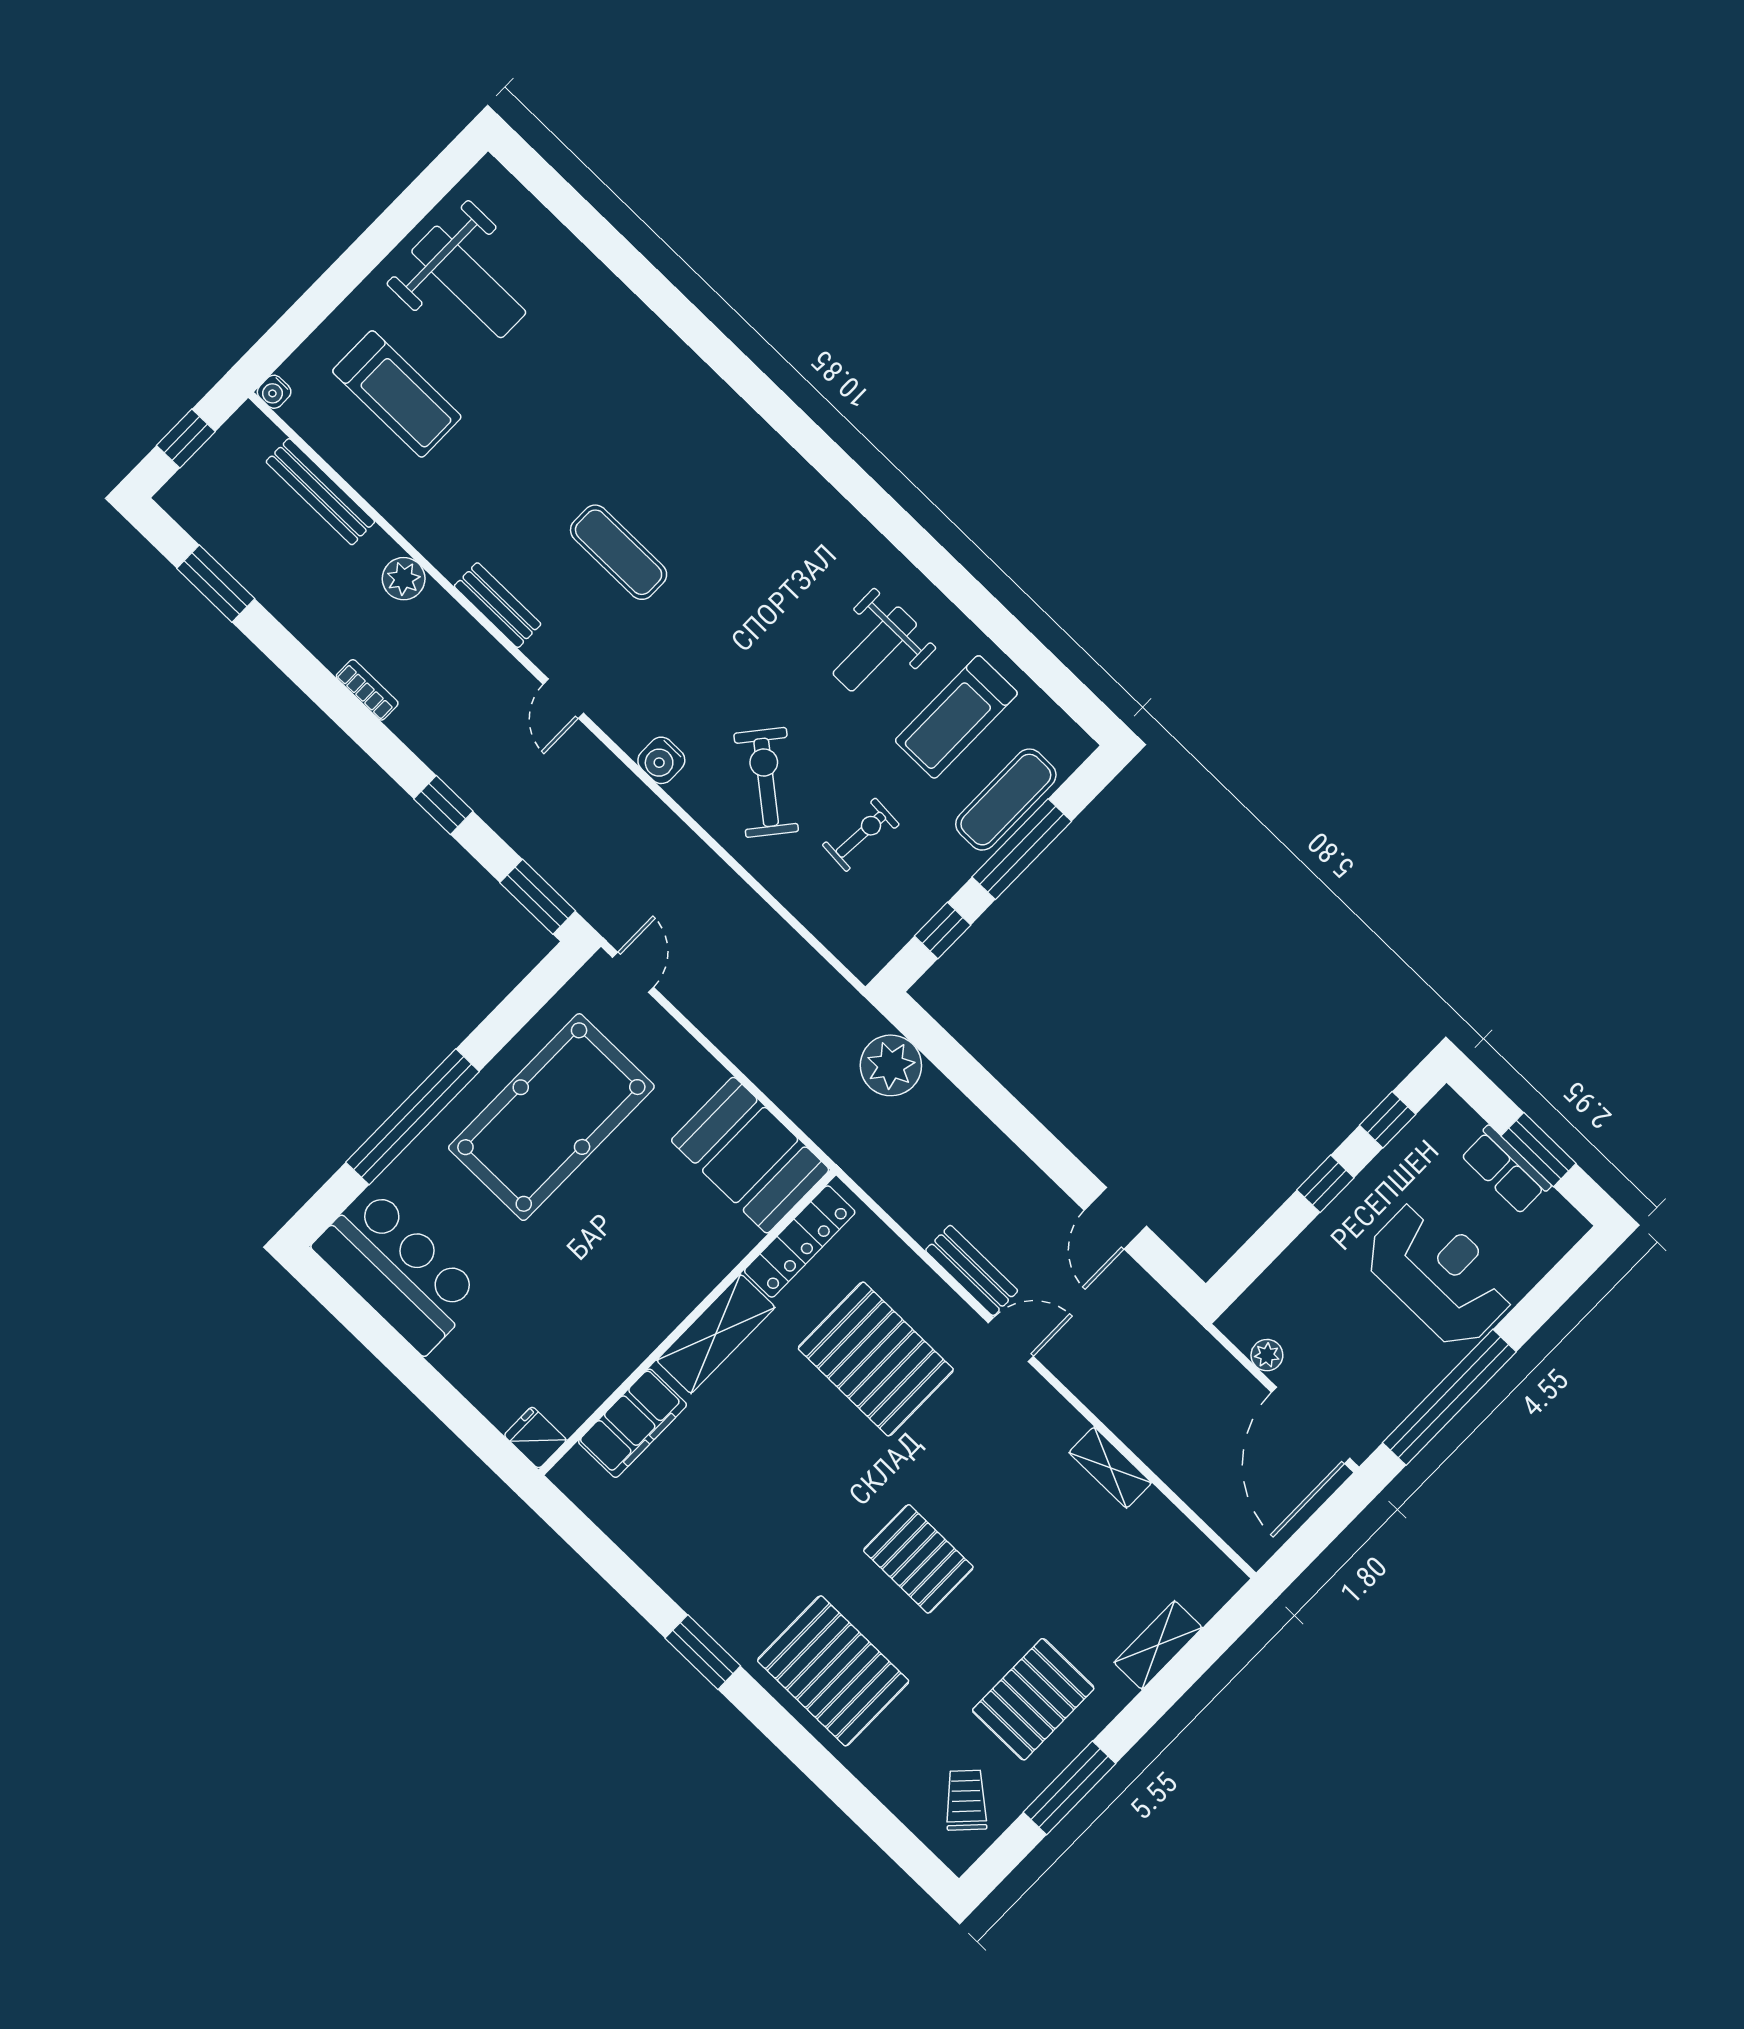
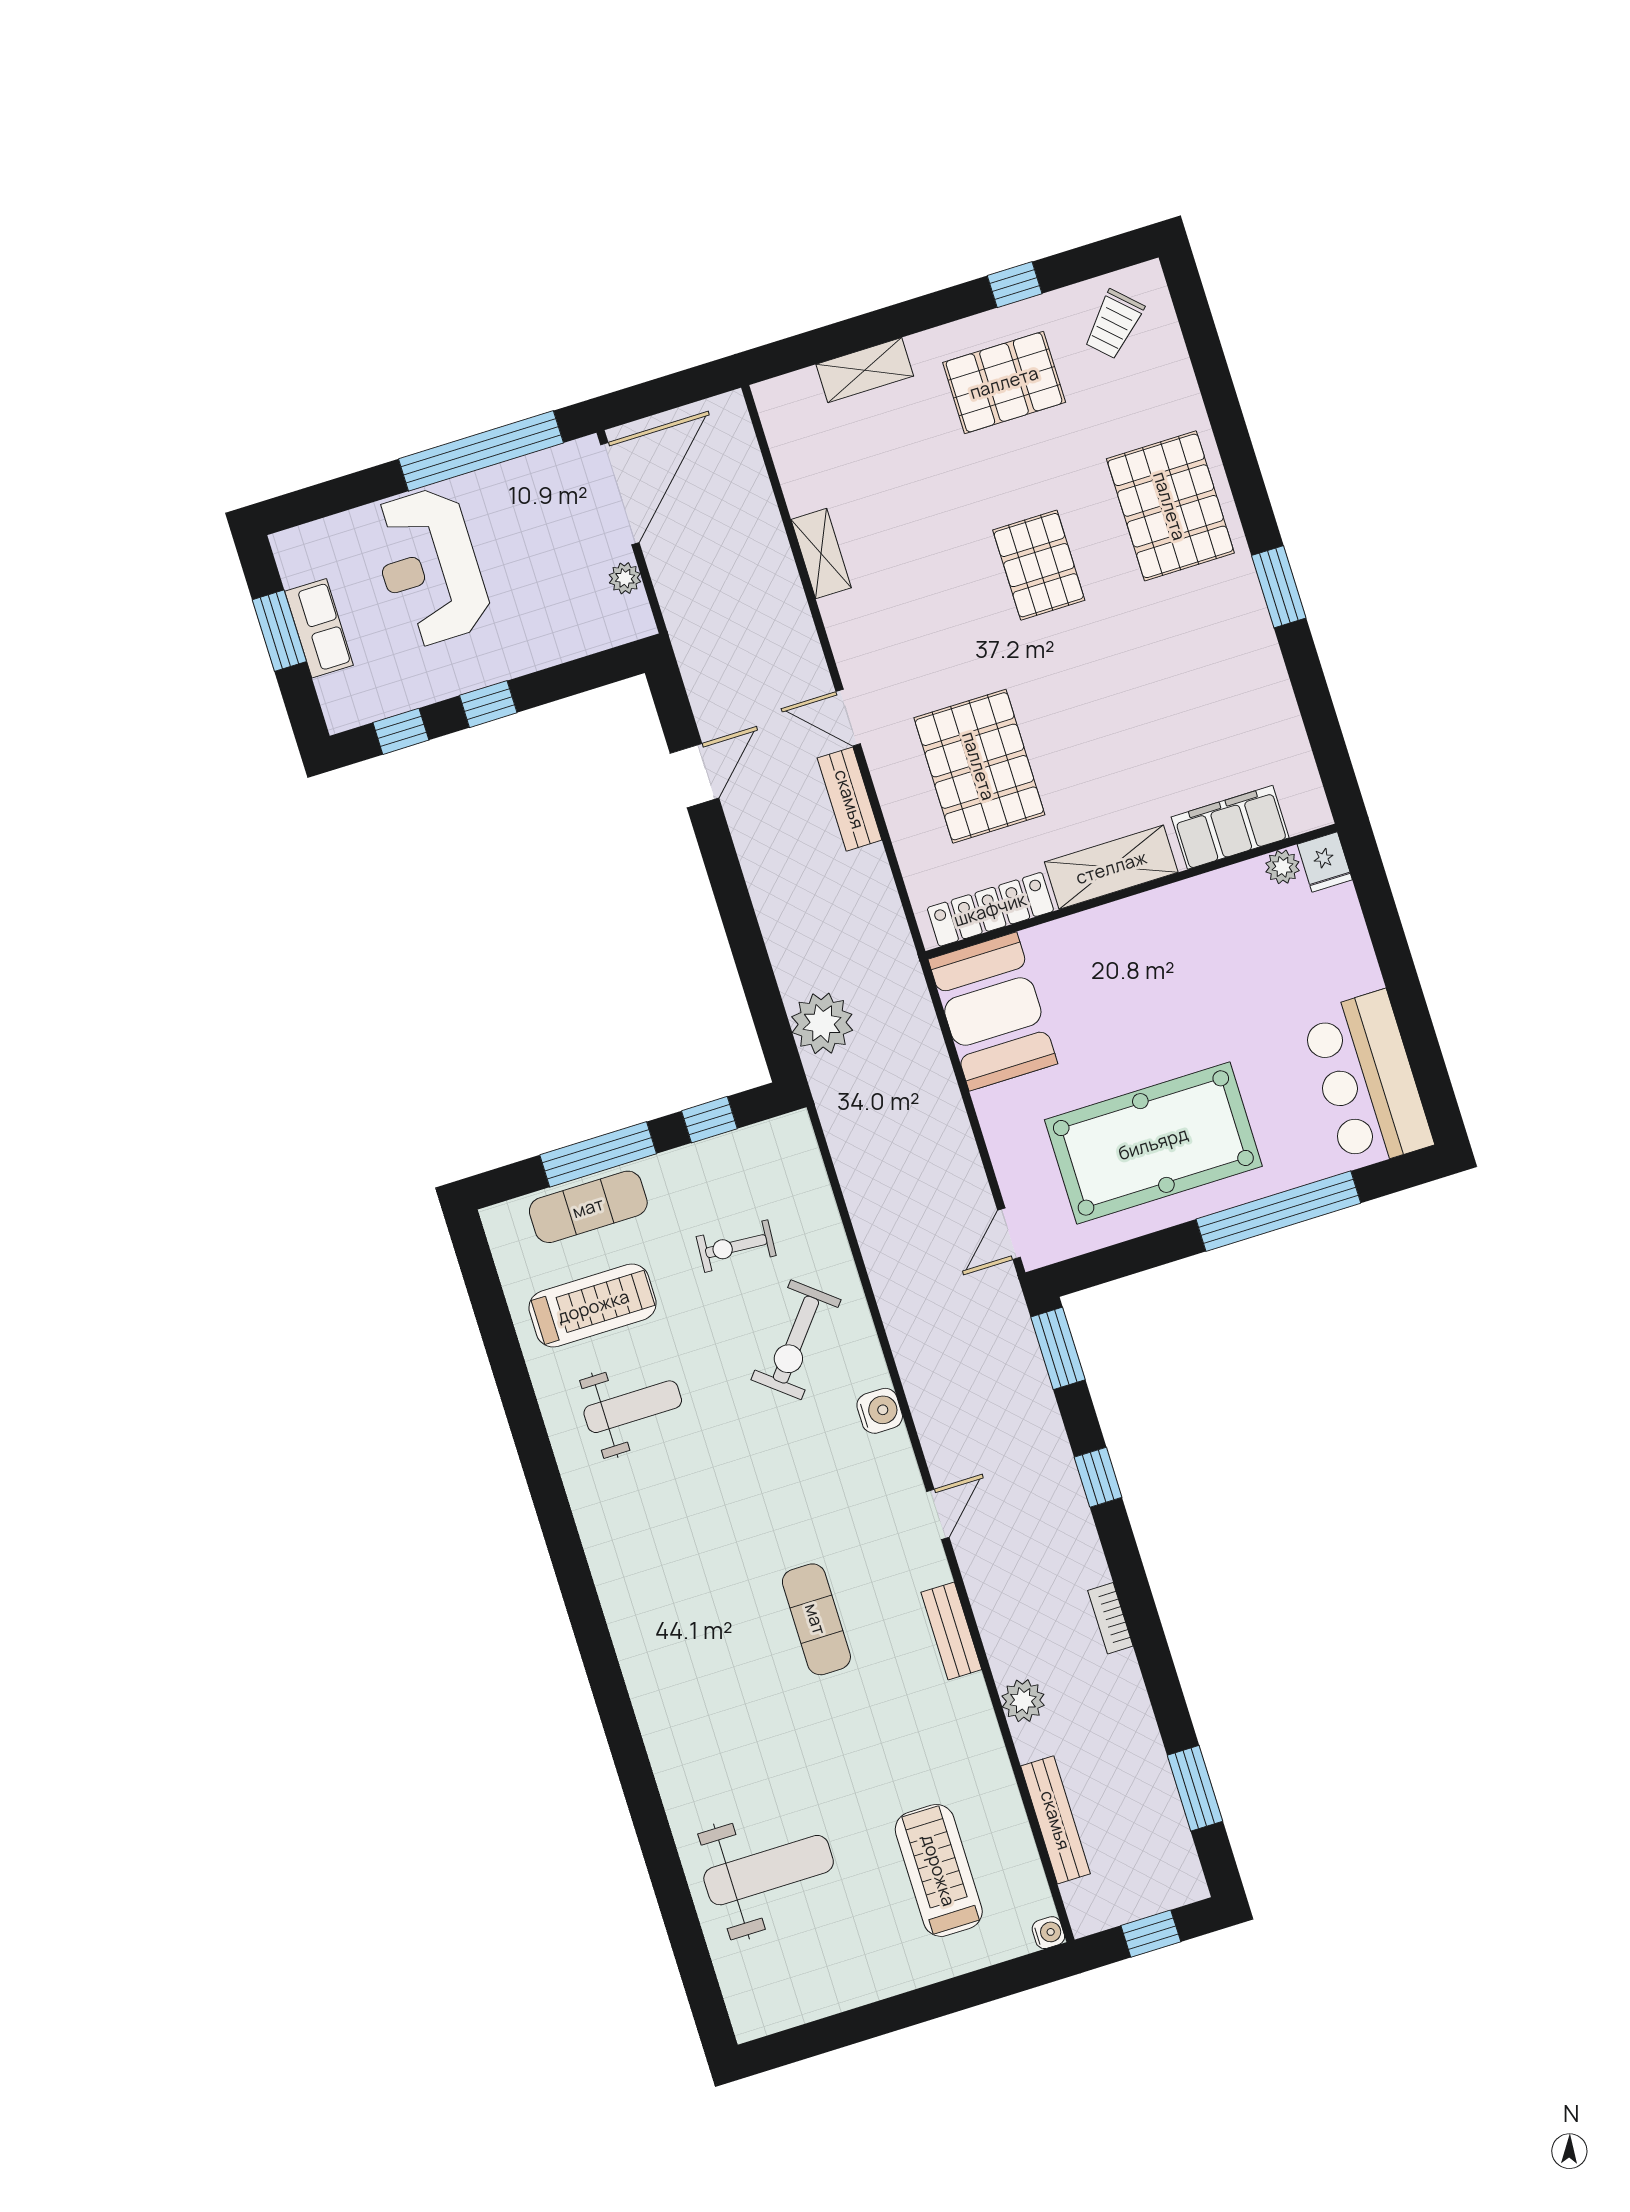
weight bench: (469, 282) -> (769, 1870), moved, turned 90
plant: (569, 1414) -> (1282, 867), added
window: (1070, 1788) -> (1015, 285), width x0.46

